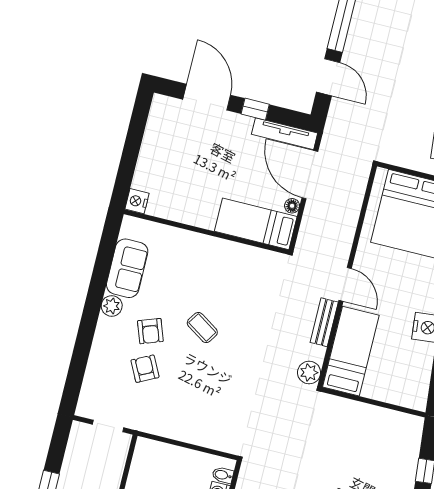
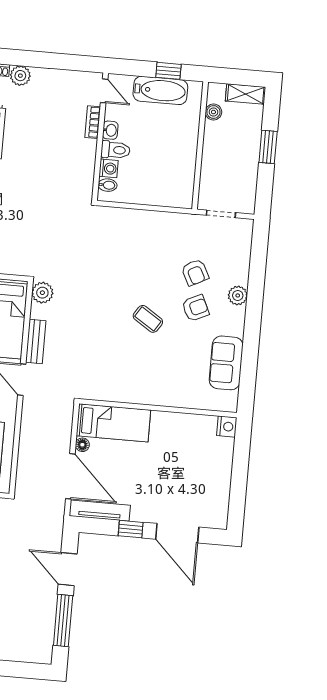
plant: (112, 306) -> (238, 295), moved
armchair: (150, 331) -> (196, 308), turned 85

